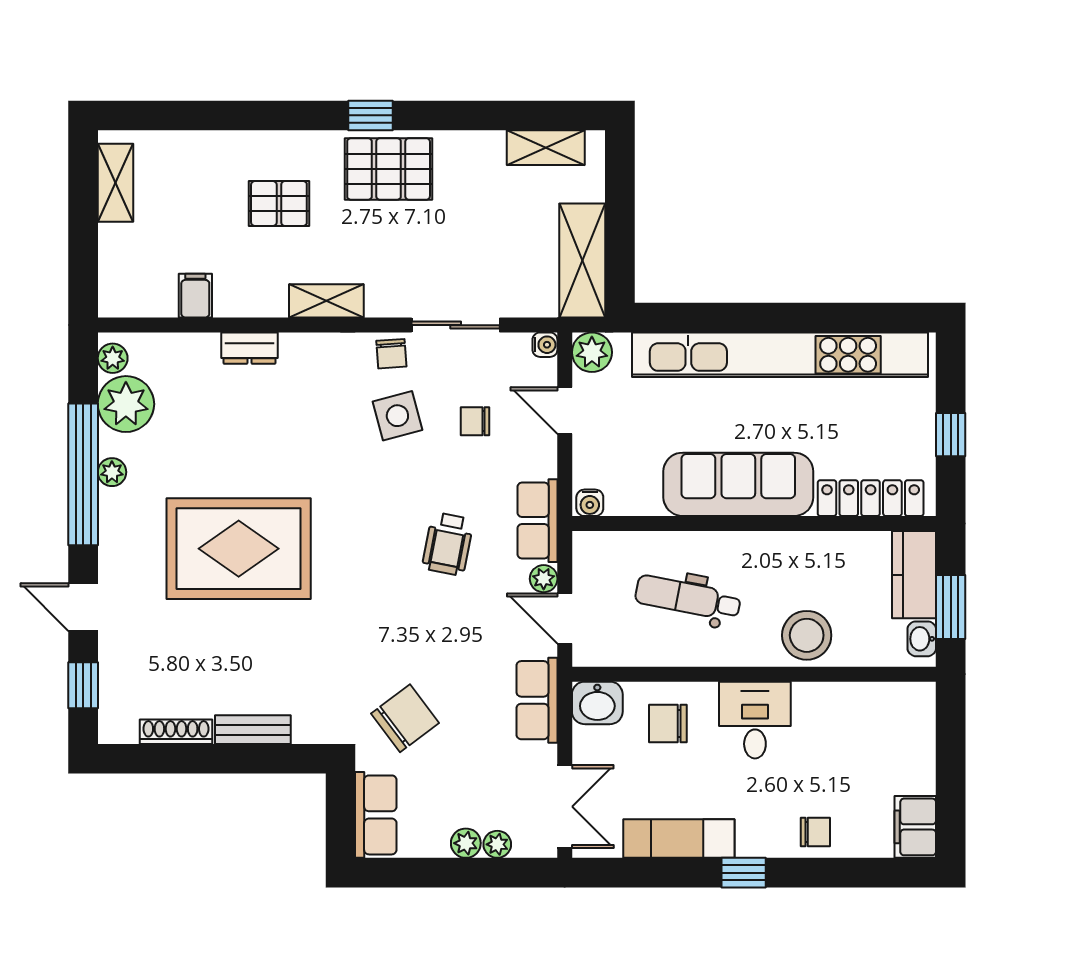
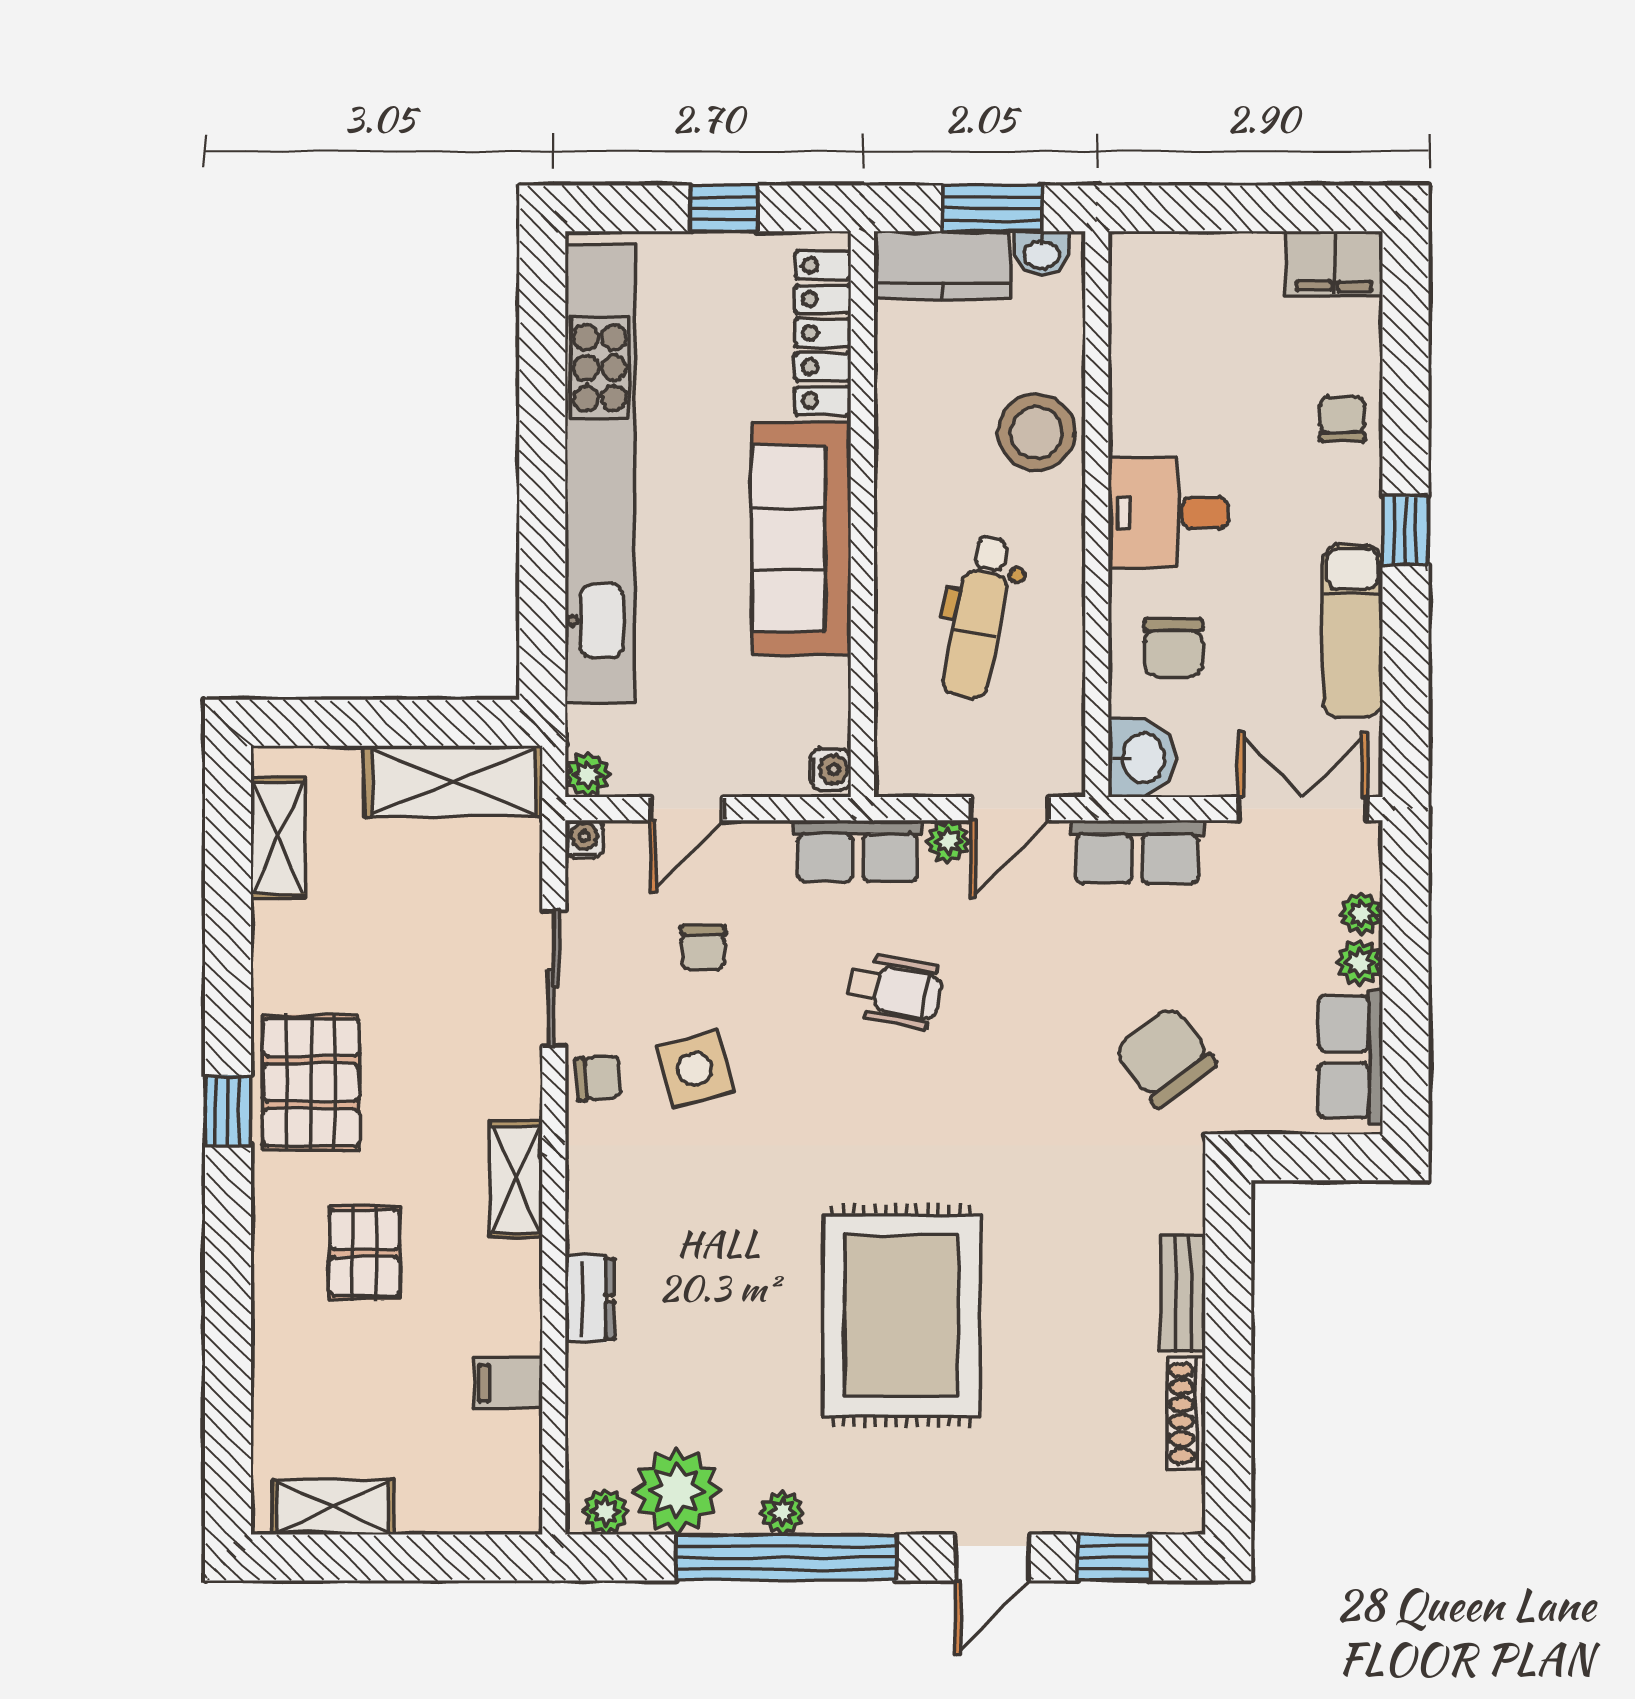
plant: (592, 352) -> (588, 775), width x0.73, depth x0.73
row of seats: (376, 815) -> (1351, 1057), moved, turned -90

